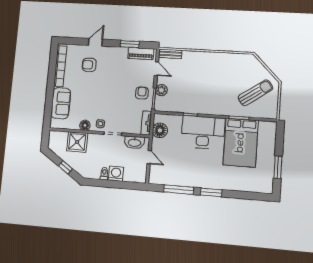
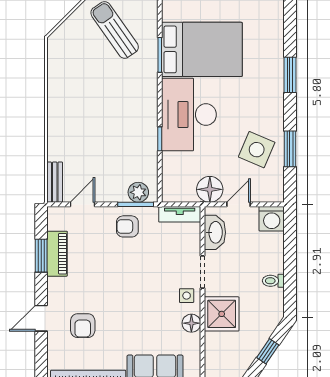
door: (95, 42) -> (41, 318), hinge flipped
piano: (141, 54) -> (57, 254), moved
plant: (161, 90) -> (138, 192), moved
floor lamp: (160, 130) -> (210, 189), moved
shower: (77, 142) -> (222, 314), moved
side table: (180, 170) -> (257, 150), added
washing machine: (116, 174) -> (272, 219), moved, turned -90
window: (179, 190) -> (290, 149), width x0.69
window: (211, 192) -> (290, 75), moved

